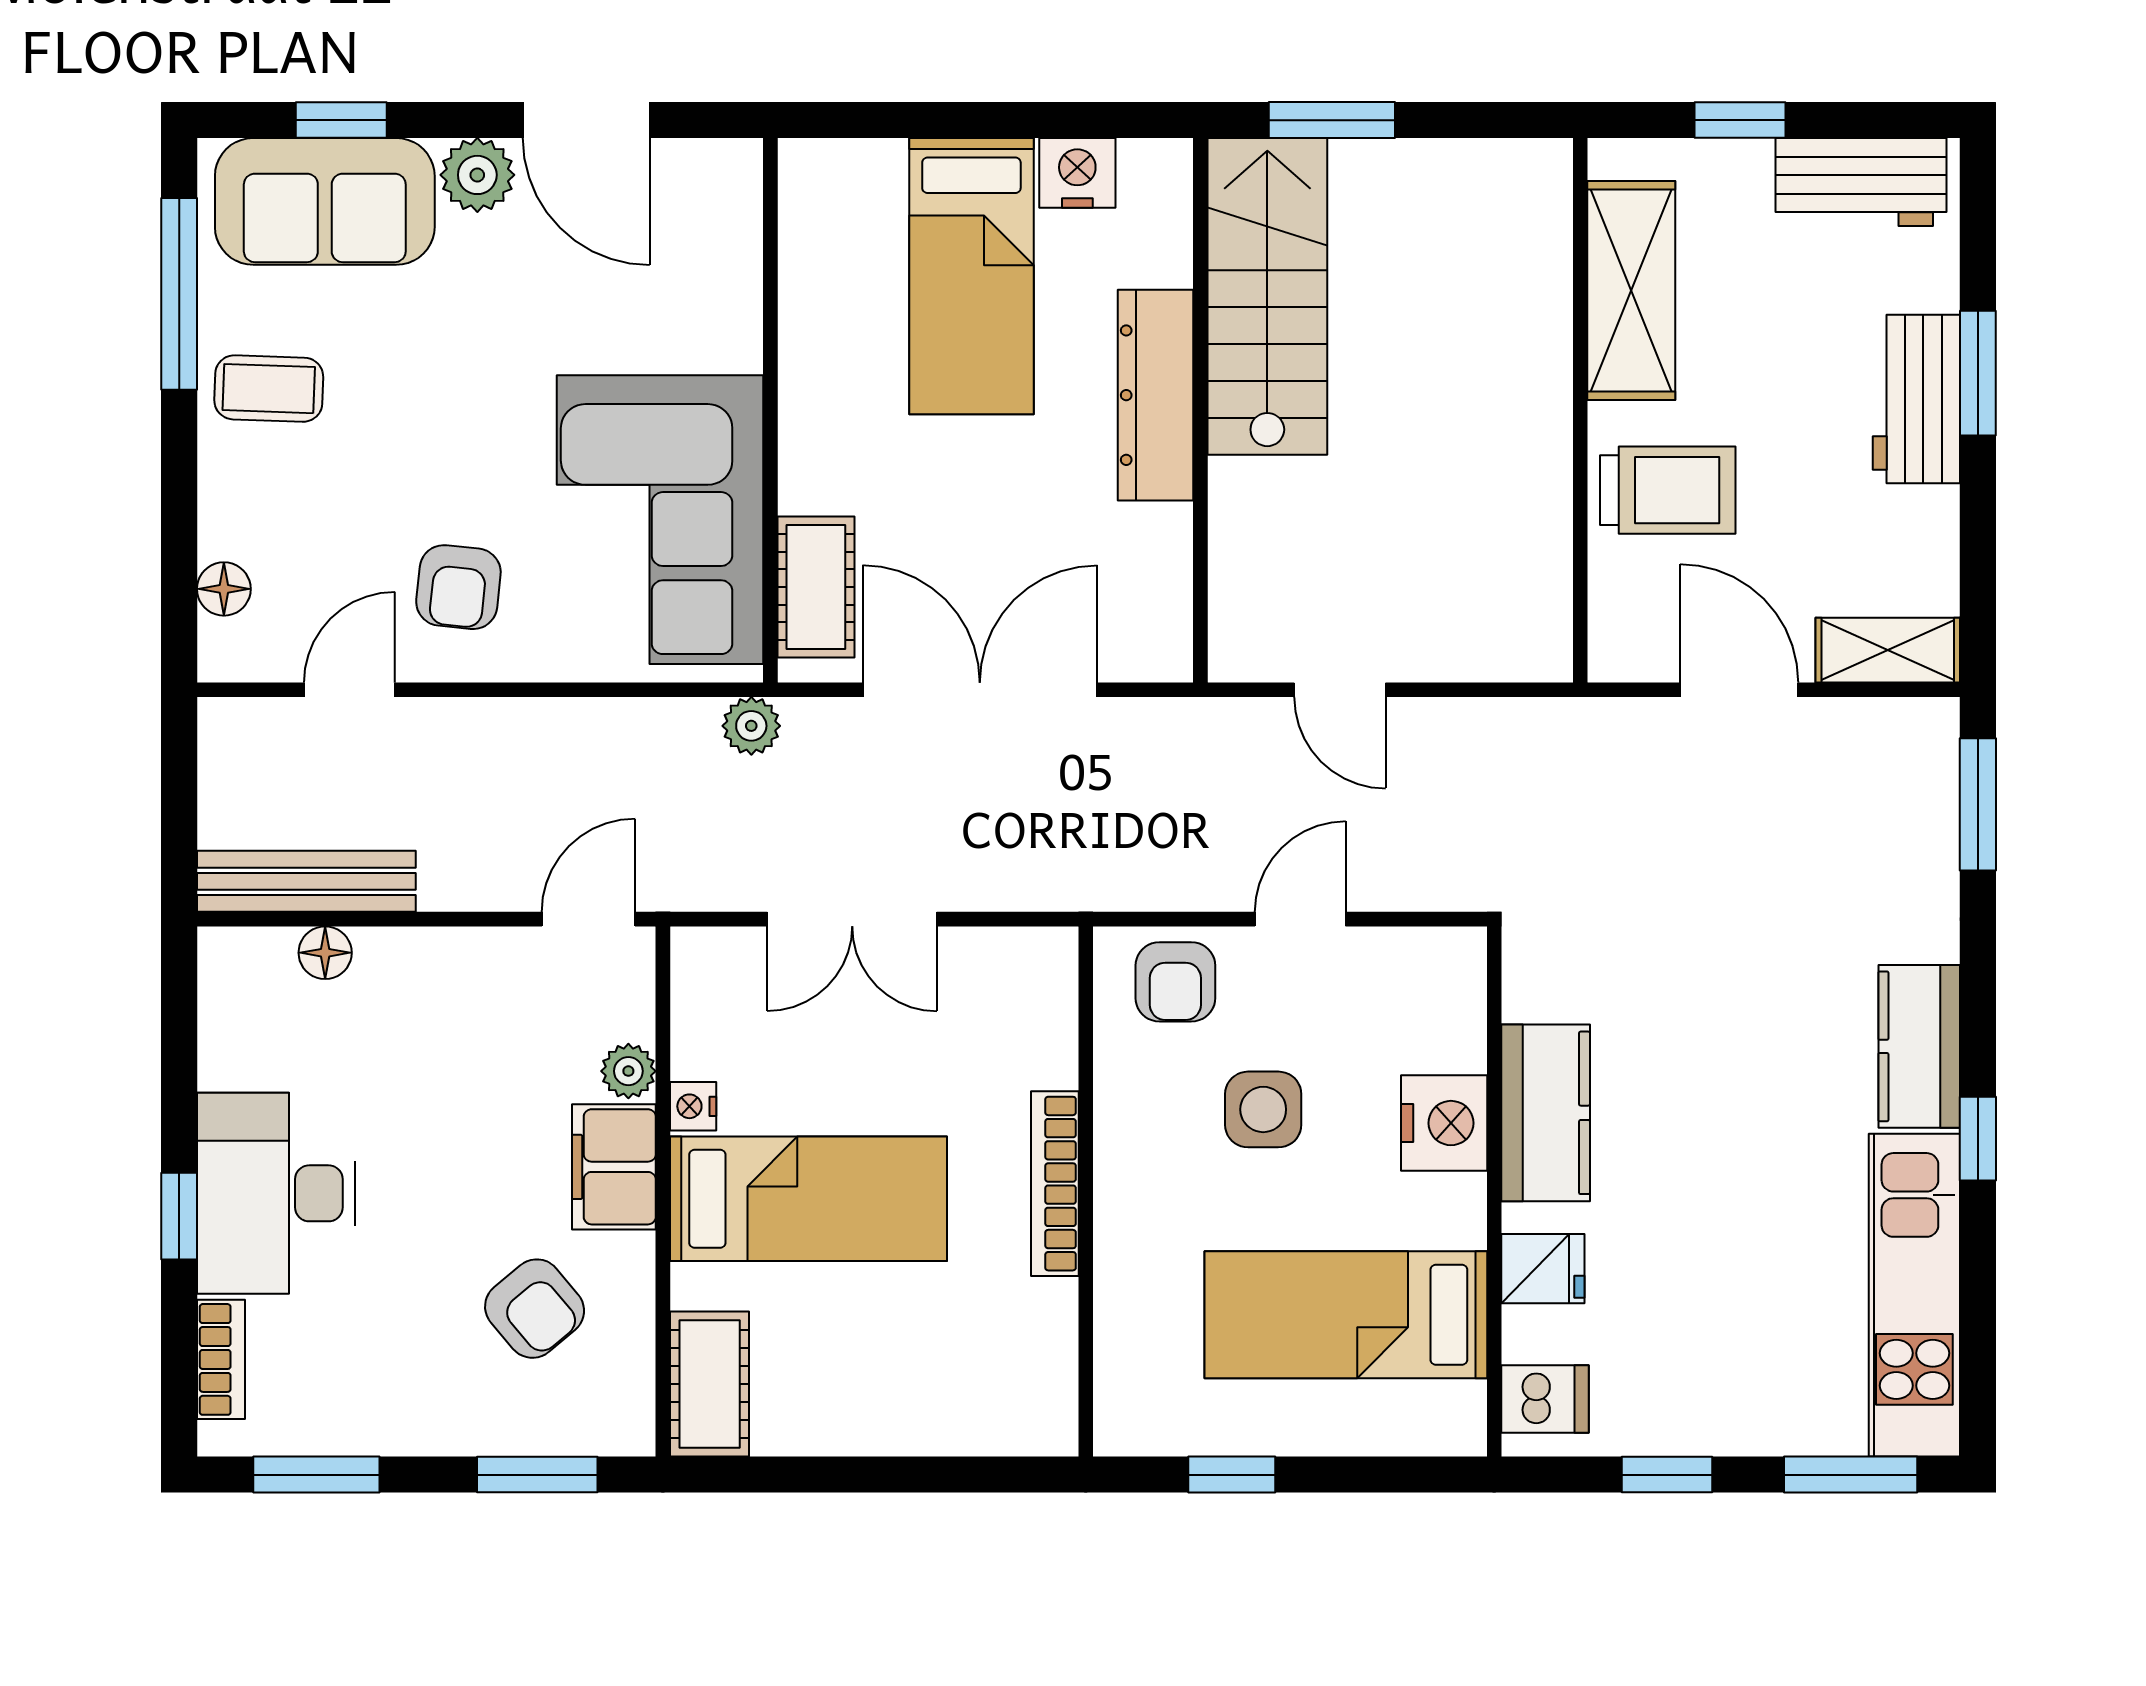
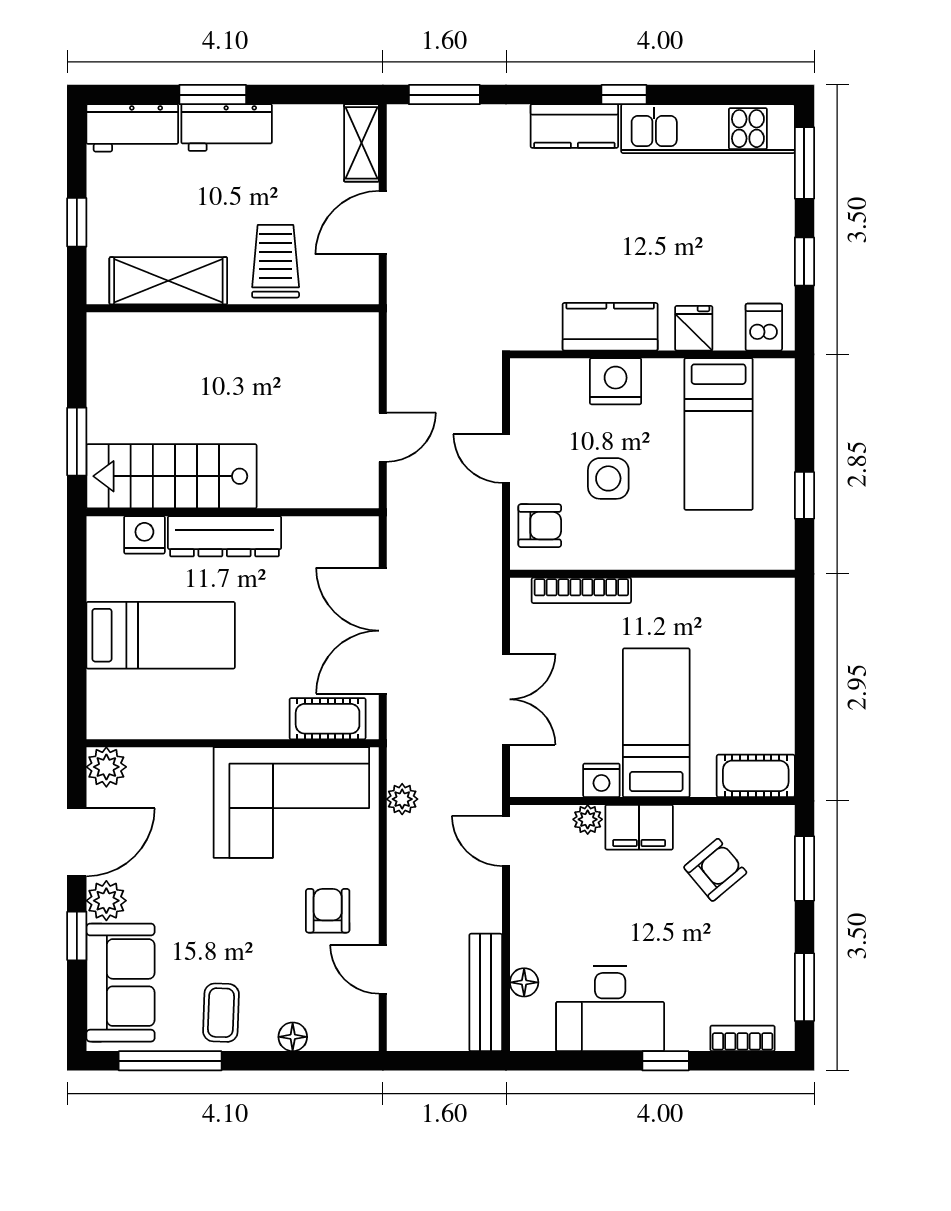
window: (341, 120) -> (77, 936), moved
nightstand: (1077, 173) -> (144, 535), moved, turned 90
plant: (726, 175) -> (106, 767), added
workbench: (1861, 182) -> (132, 128), moved, turned 90
armchair: (458, 587) -> (328, 911), turned -96
floor lamp: (224, 589) -> (293, 1037), moved
plant: (751, 726) -> (402, 799), moved
nightstand: (693, 1106) -> (601, 780), width x1.39, depth x1.35
bookcase: (1055, 1184) -> (581, 590), moved
desk: (276, 1193) -> (610, 1009), moved

